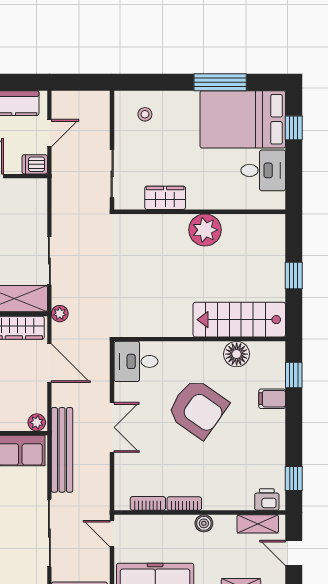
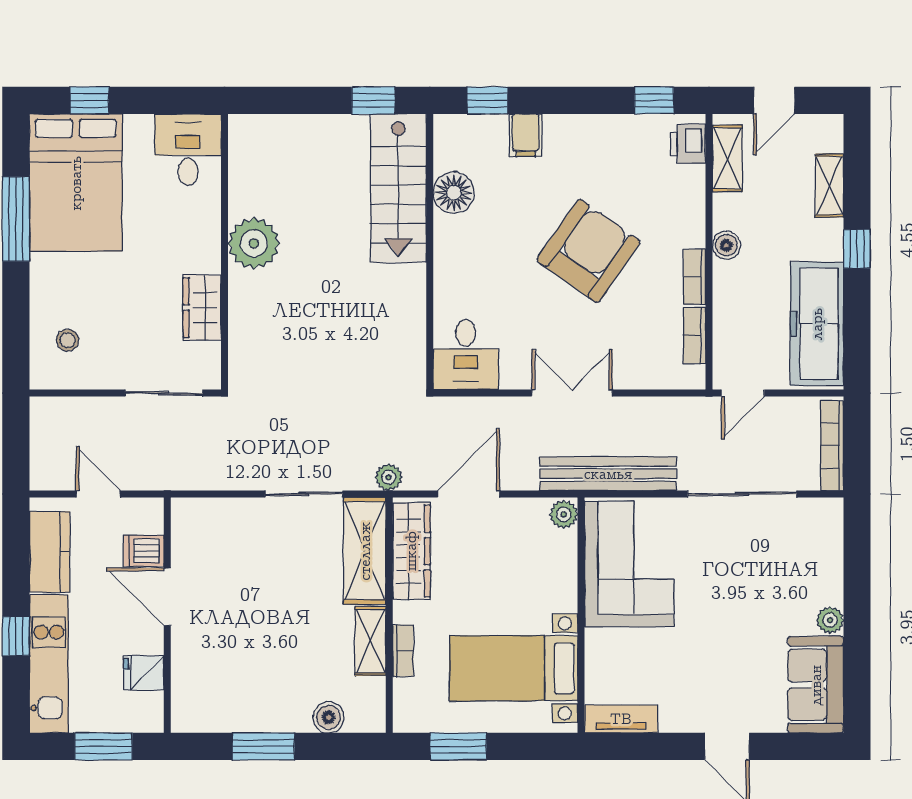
dishwasher: (35, 164) -> (144, 551), moved, turned 90
desk: (263, 170) -> (188, 150), moved
window: (294, 275) -> (373, 100), moved
armchair: (198, 409) -> (589, 251), moved

